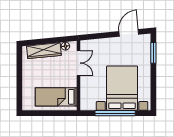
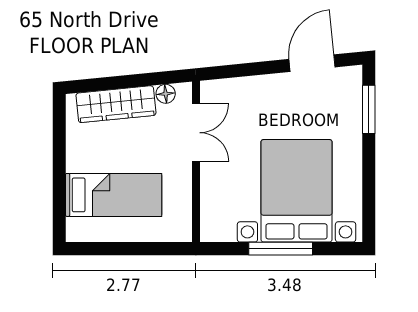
bed: (56, 97) -> (114, 195), moved, turned 180
window: (115, 113) -> (281, 249), width x0.68

